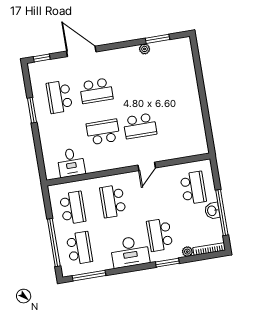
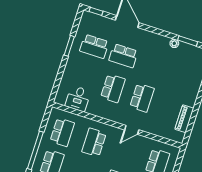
school desk: (59, 97) -> (94, 46), turned -90
piano: (198, 125) -> (184, 119), added
school desk: (140, 126) -> (142, 98), turned -90
school desk: (103, 132) -> (113, 88), turned 90

